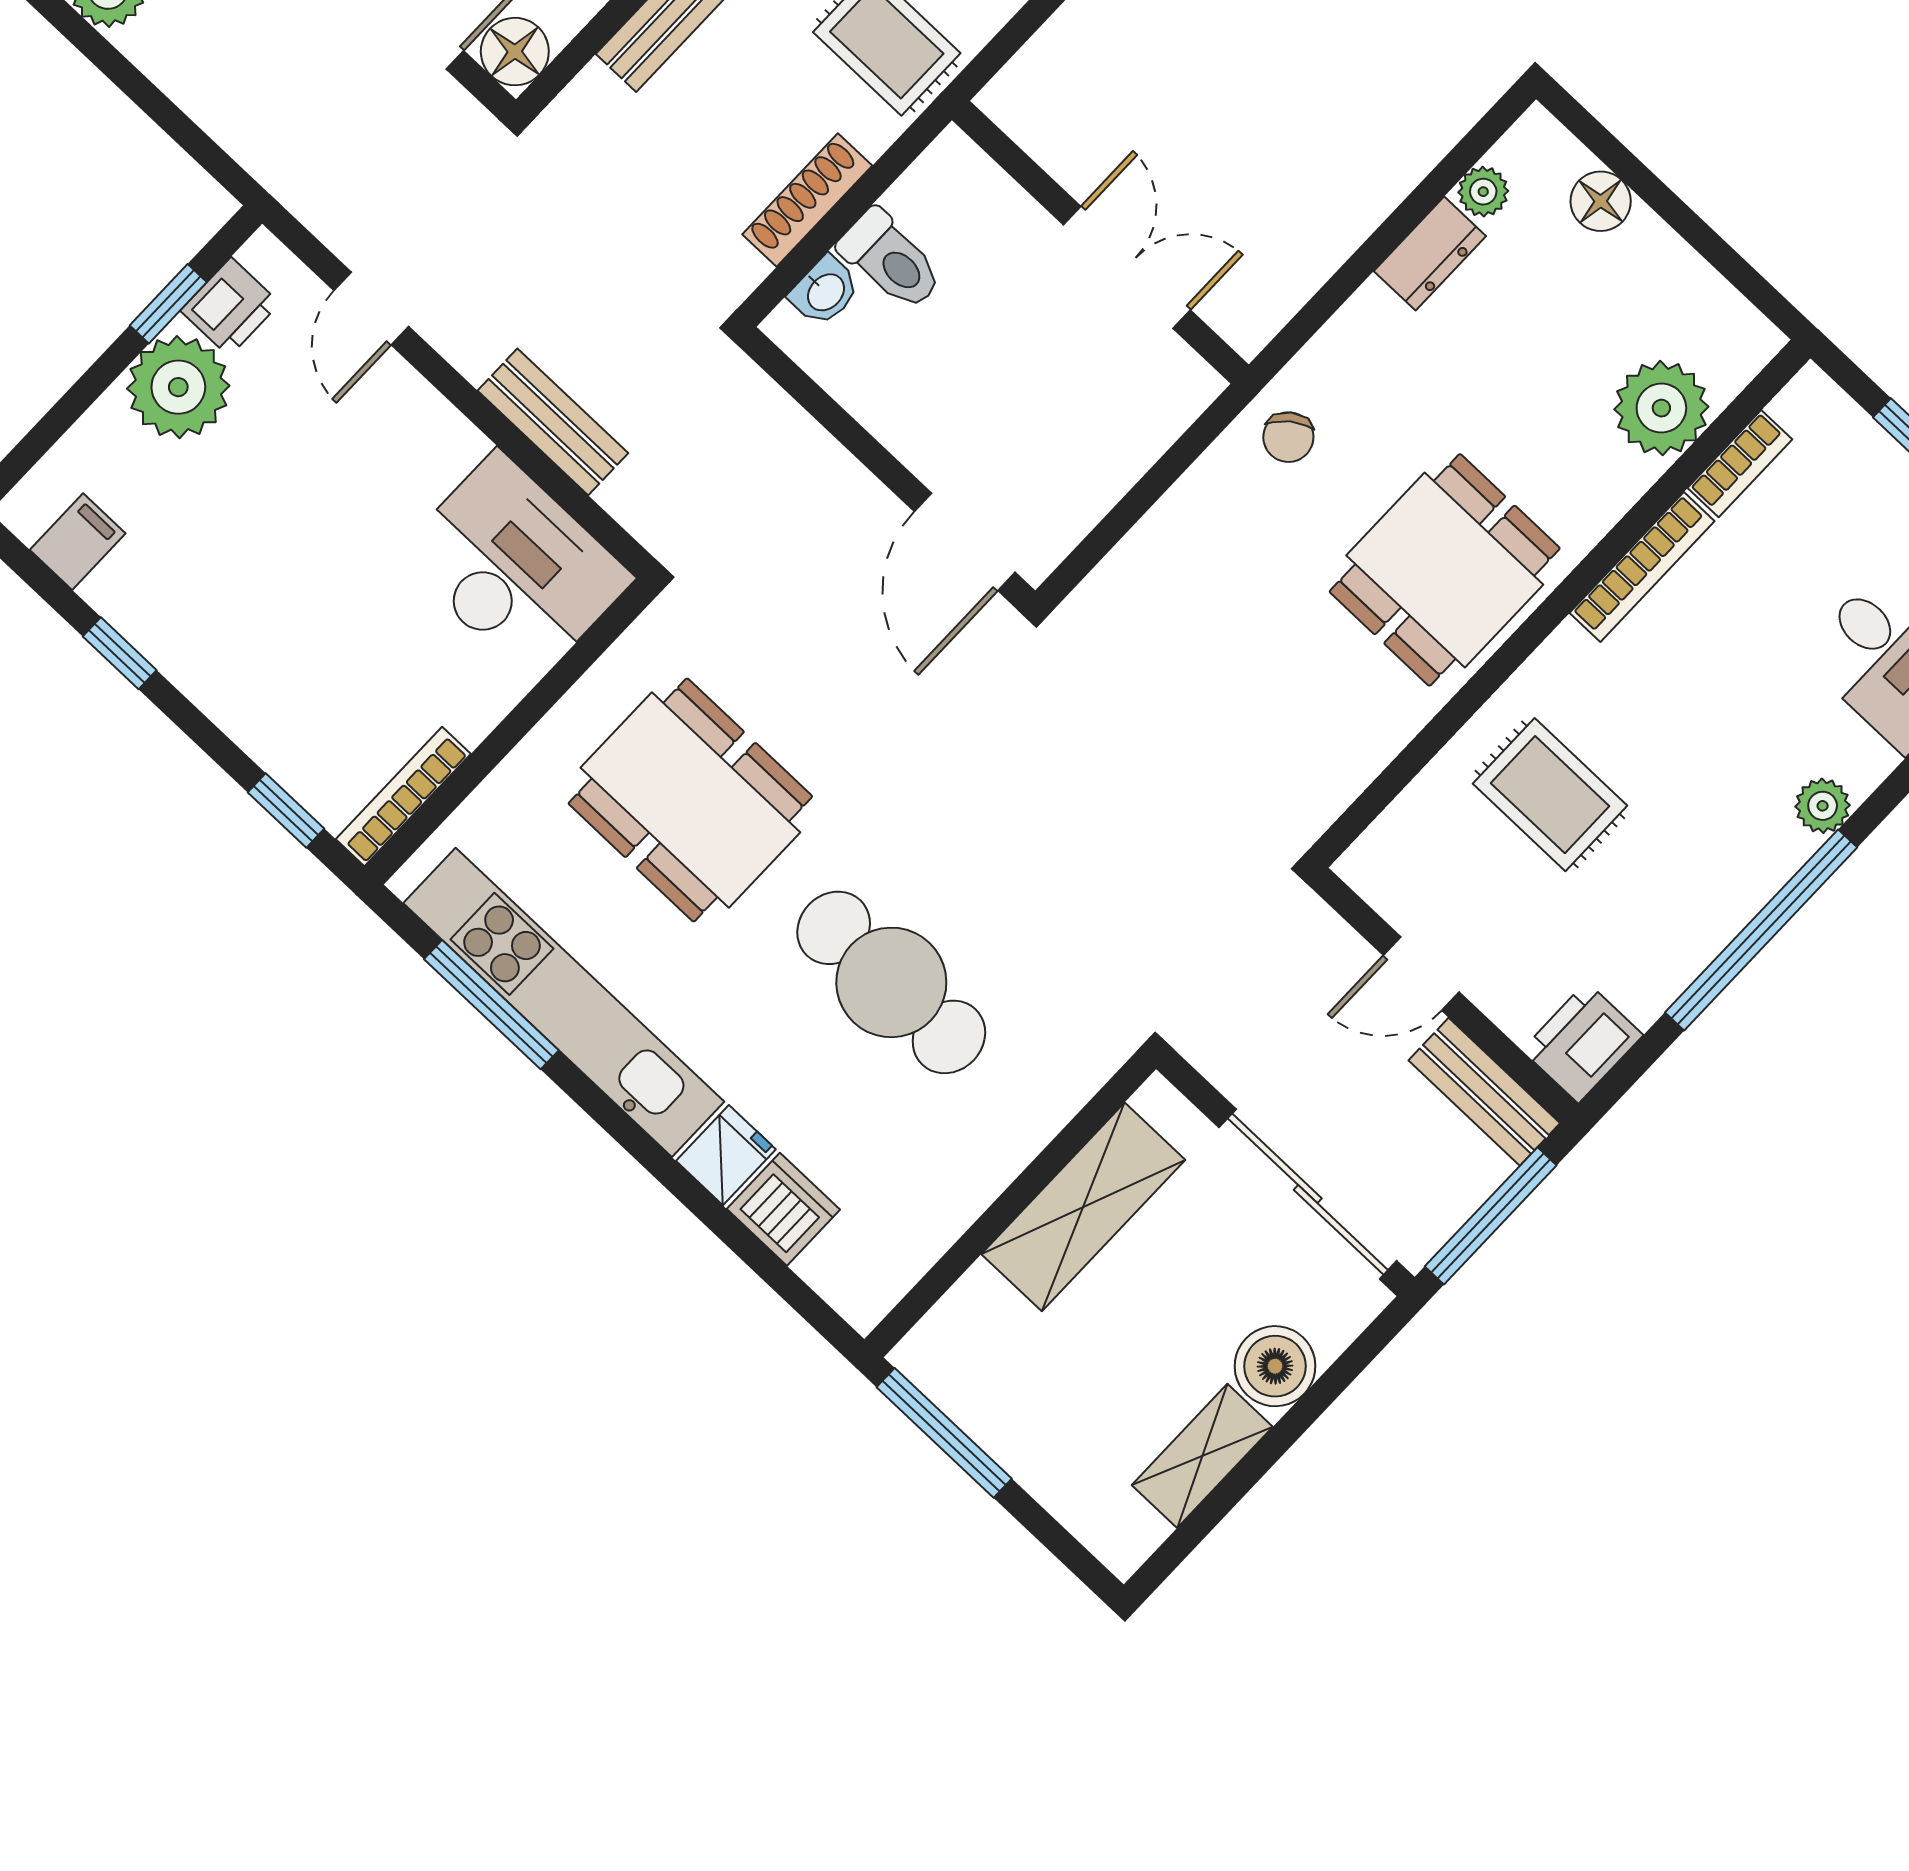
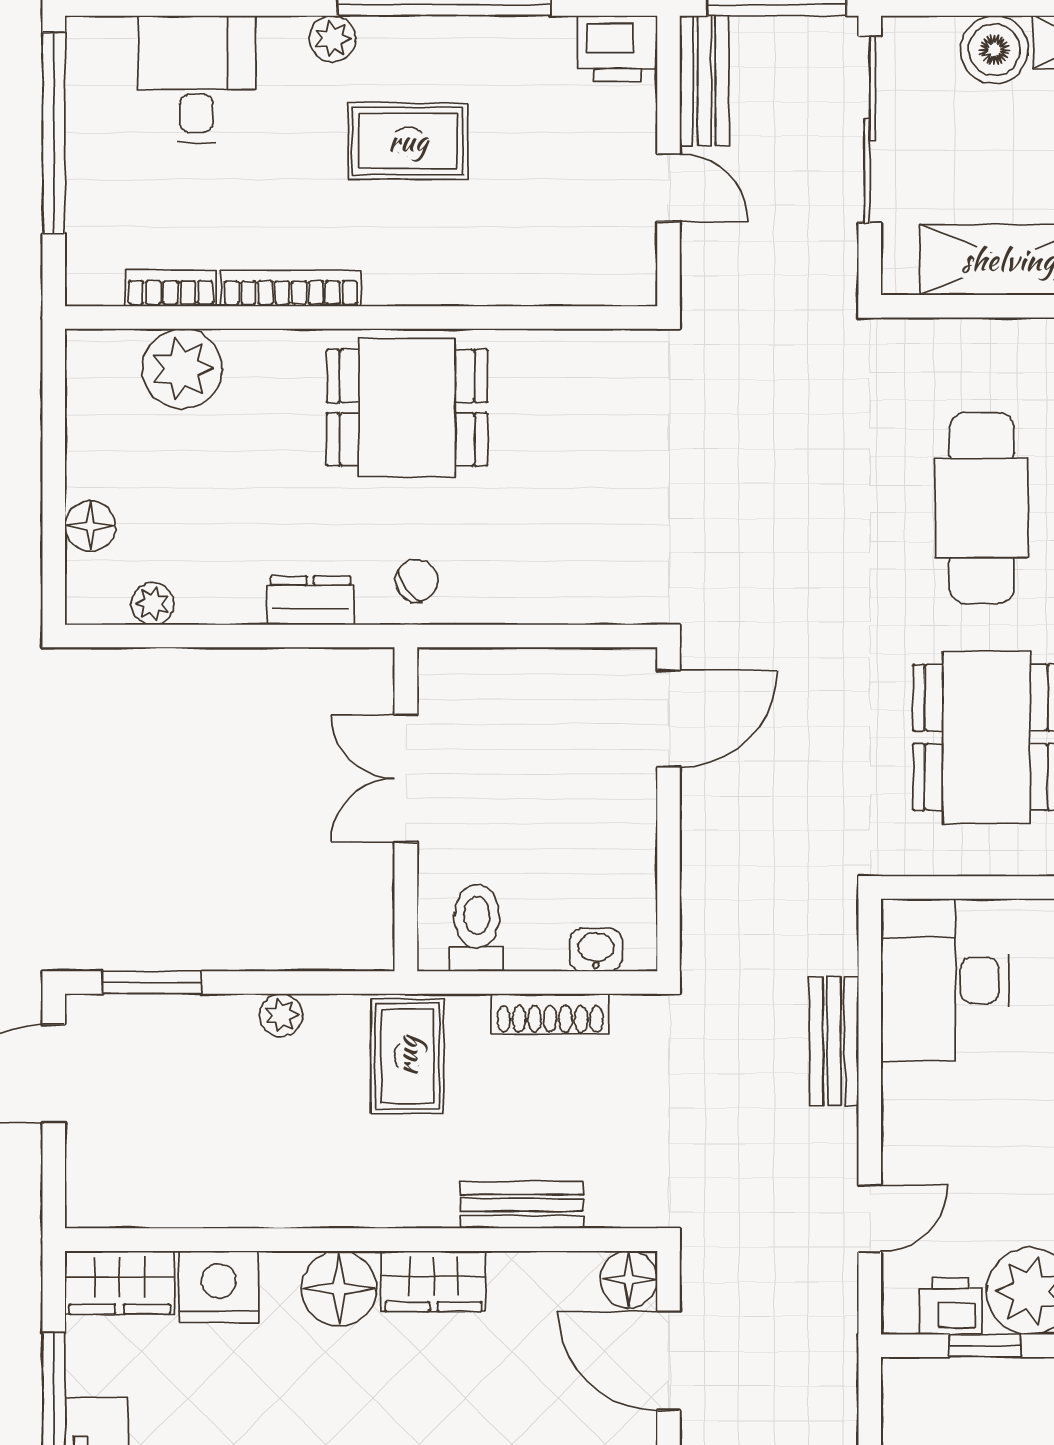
dresser: (1430, 254) -> (311, 600), moved
toilet: (891, 260) -> (477, 928), moved
rug: (1550, 795) -> (408, 141), moved, turned 90

